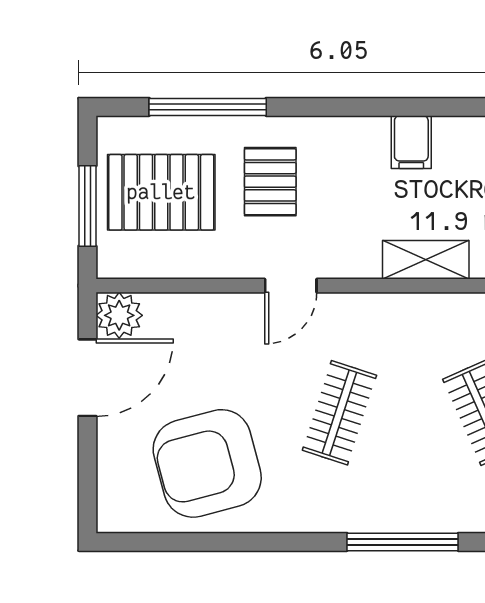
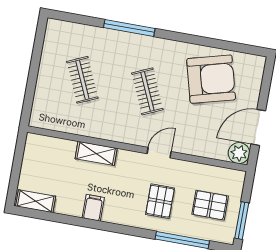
pallet: (161, 192) -> (210, 205), width x0.67, depth x0.71
window: (87, 206) -> (242, 221), moved
clothes rail: (339, 413) -> (147, 91), turned -42

